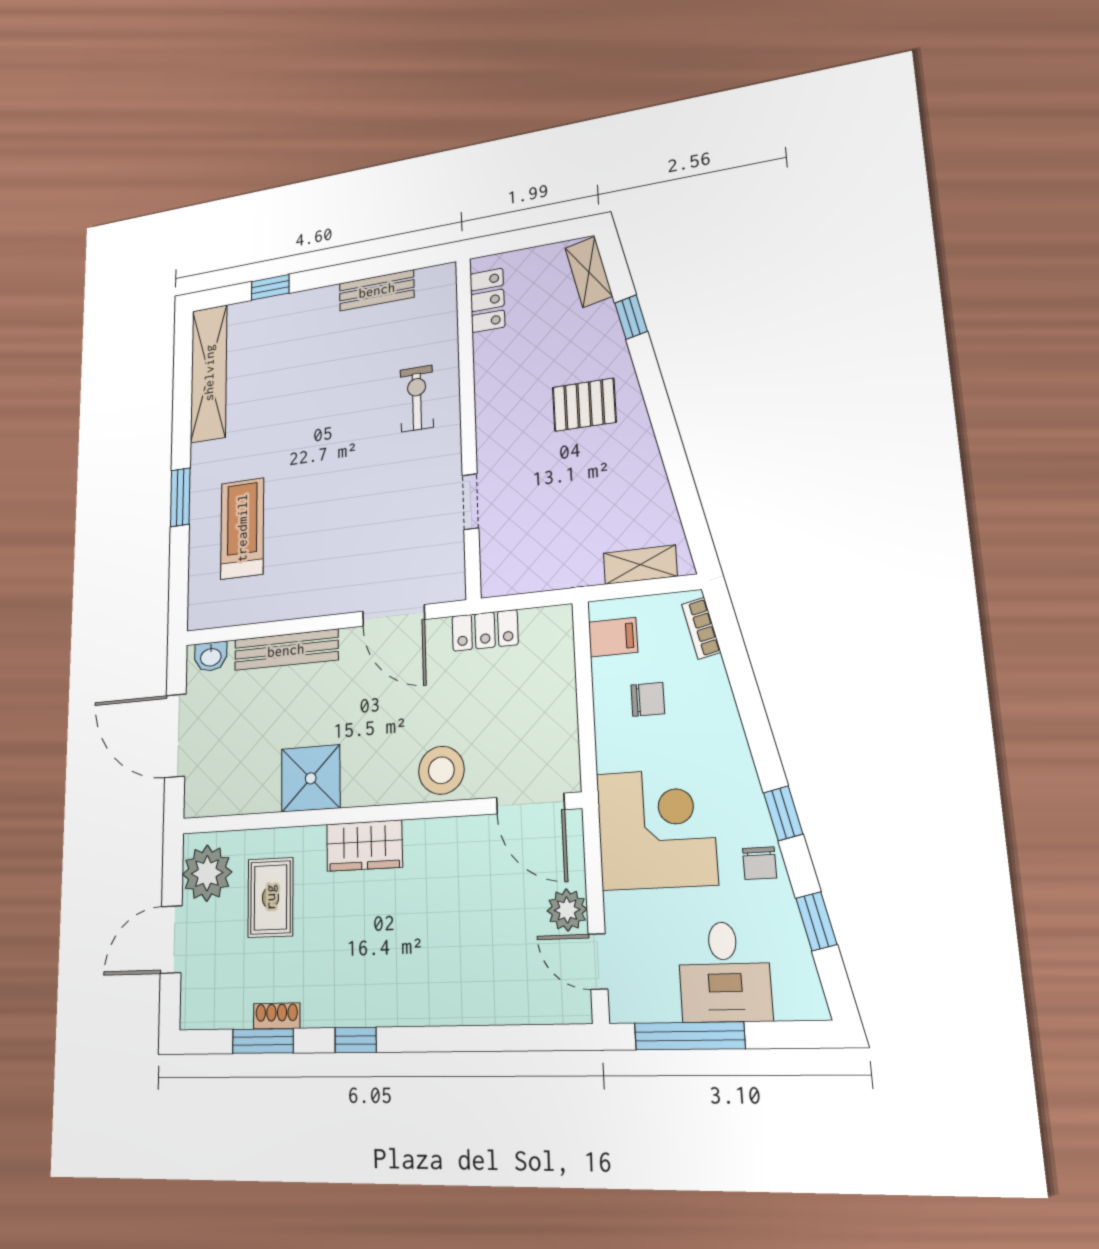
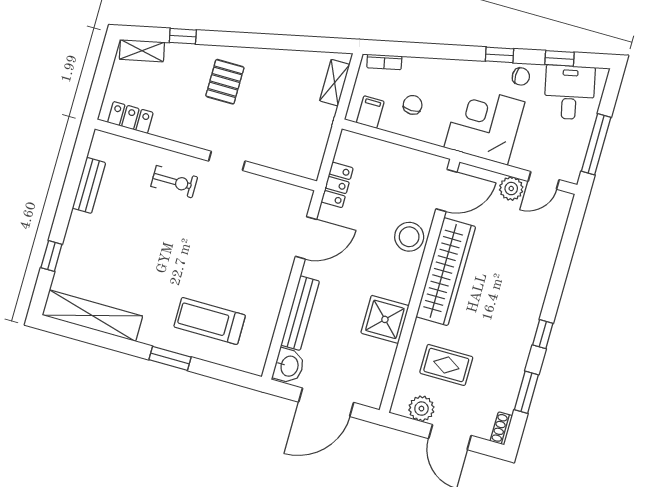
exercise bike: (417, 398) -> (174, 182), turned 180
doorway: (470, 502) -> (227, 161), moved
washbasin: (211, 656) -> (289, 366), width x1.38, depth x1.45
wardrobe: (364, 846) -> (446, 272), width x2.10, depth x1.17
plant: (207, 873) -> (421, 409), width x0.73, depth x0.73
desk: (724, 972) -> (569, 92), moved, turned -102
shoe rack: (277, 1016) -> (501, 428), moved

